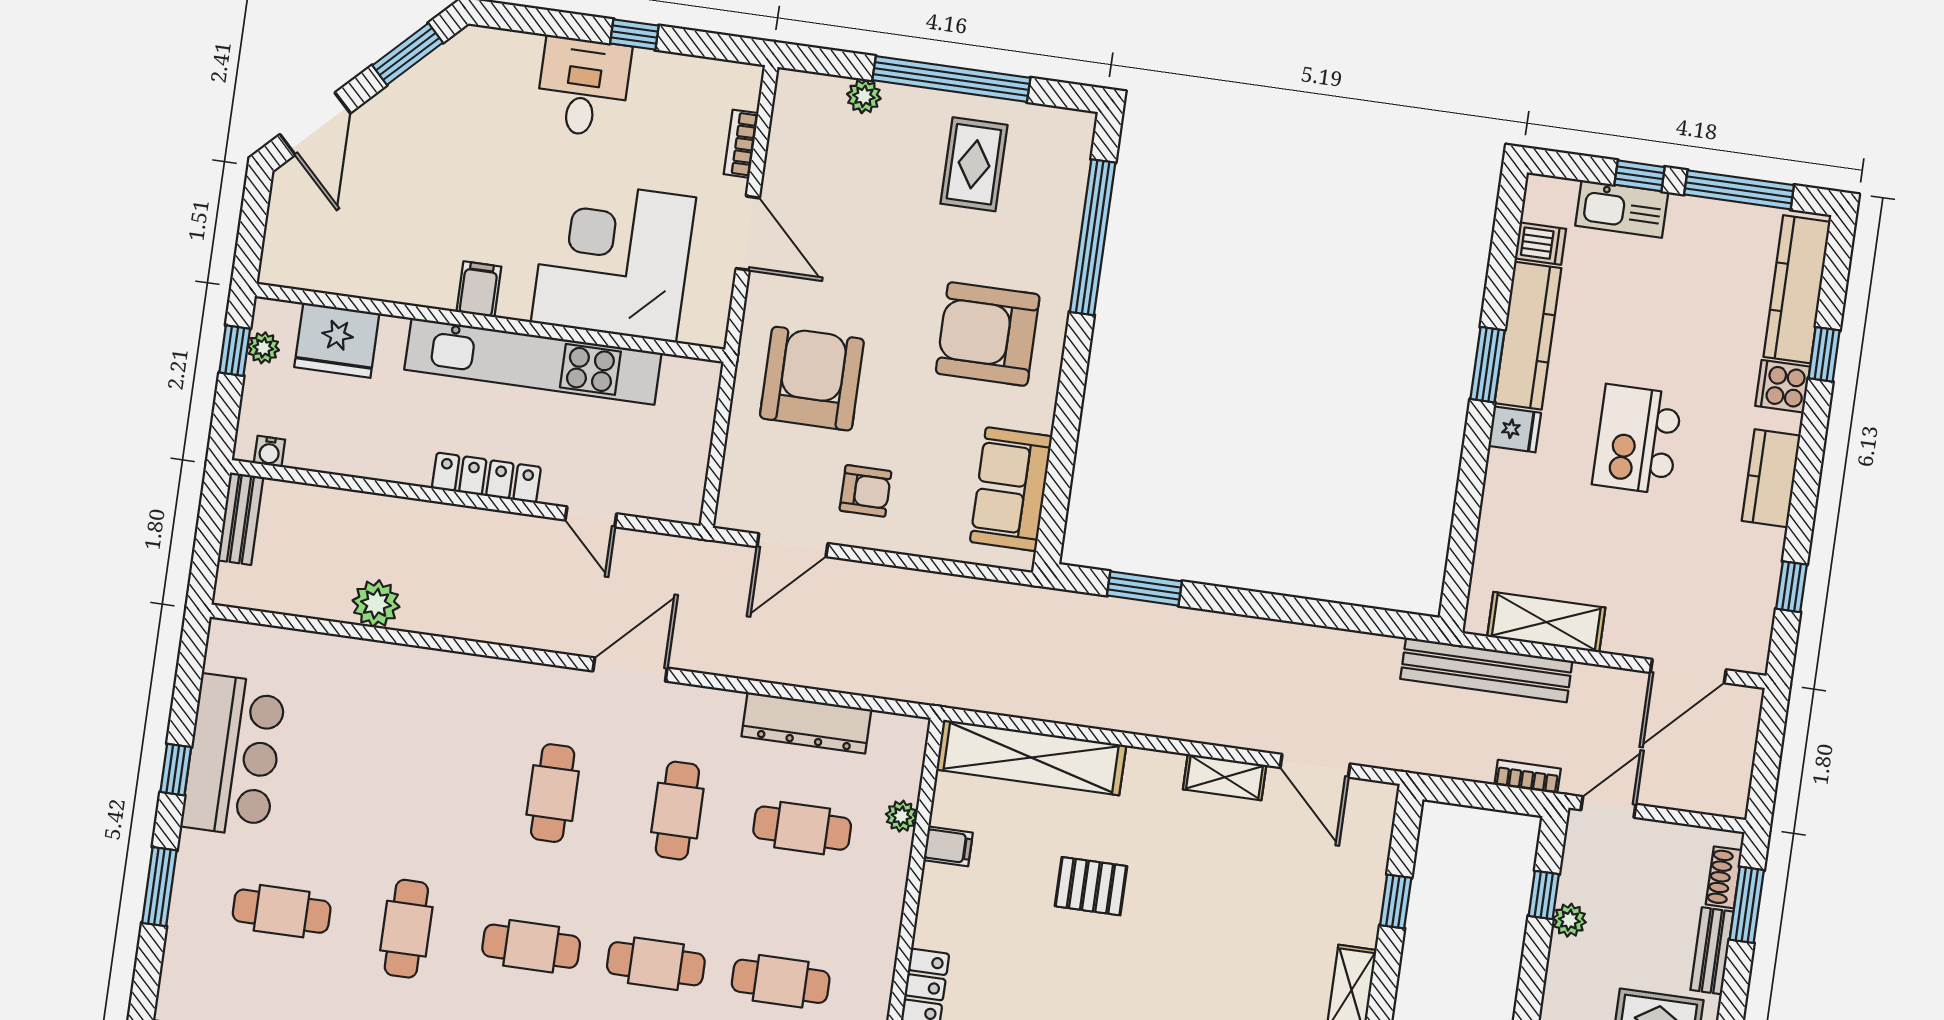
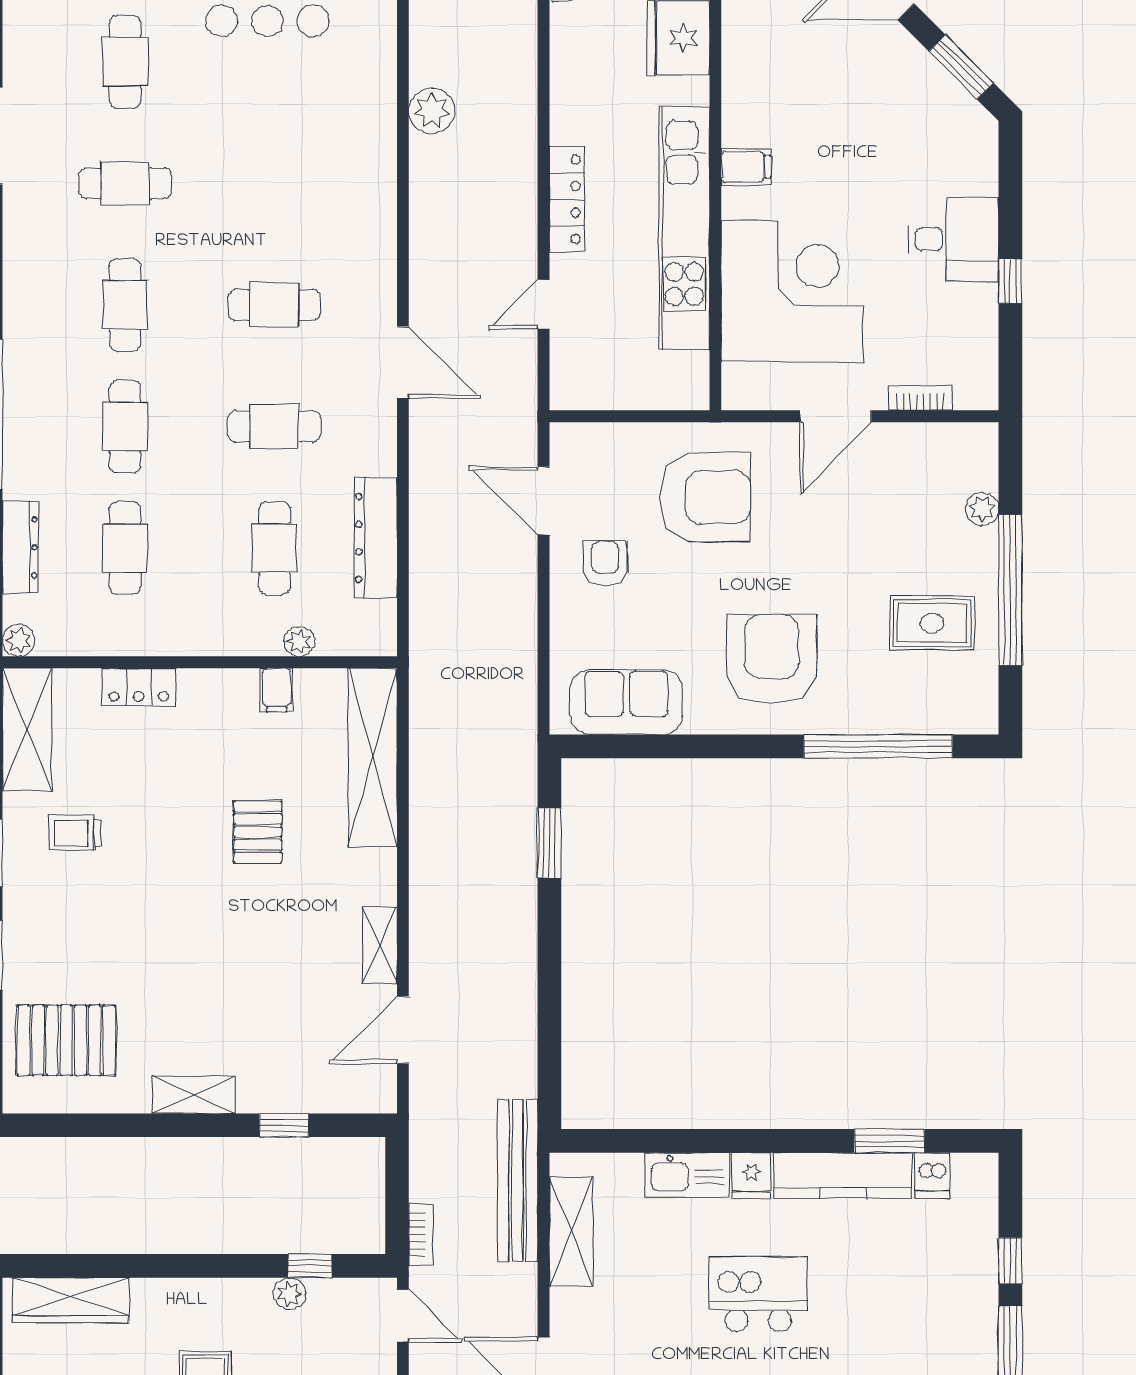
kitchen sink: (1622, 209) -> (687, 1175), moved, turned -90
window: (1488, 365) -> (889, 1141), moved
armchair: (865, 491) -> (605, 563), turned 180

